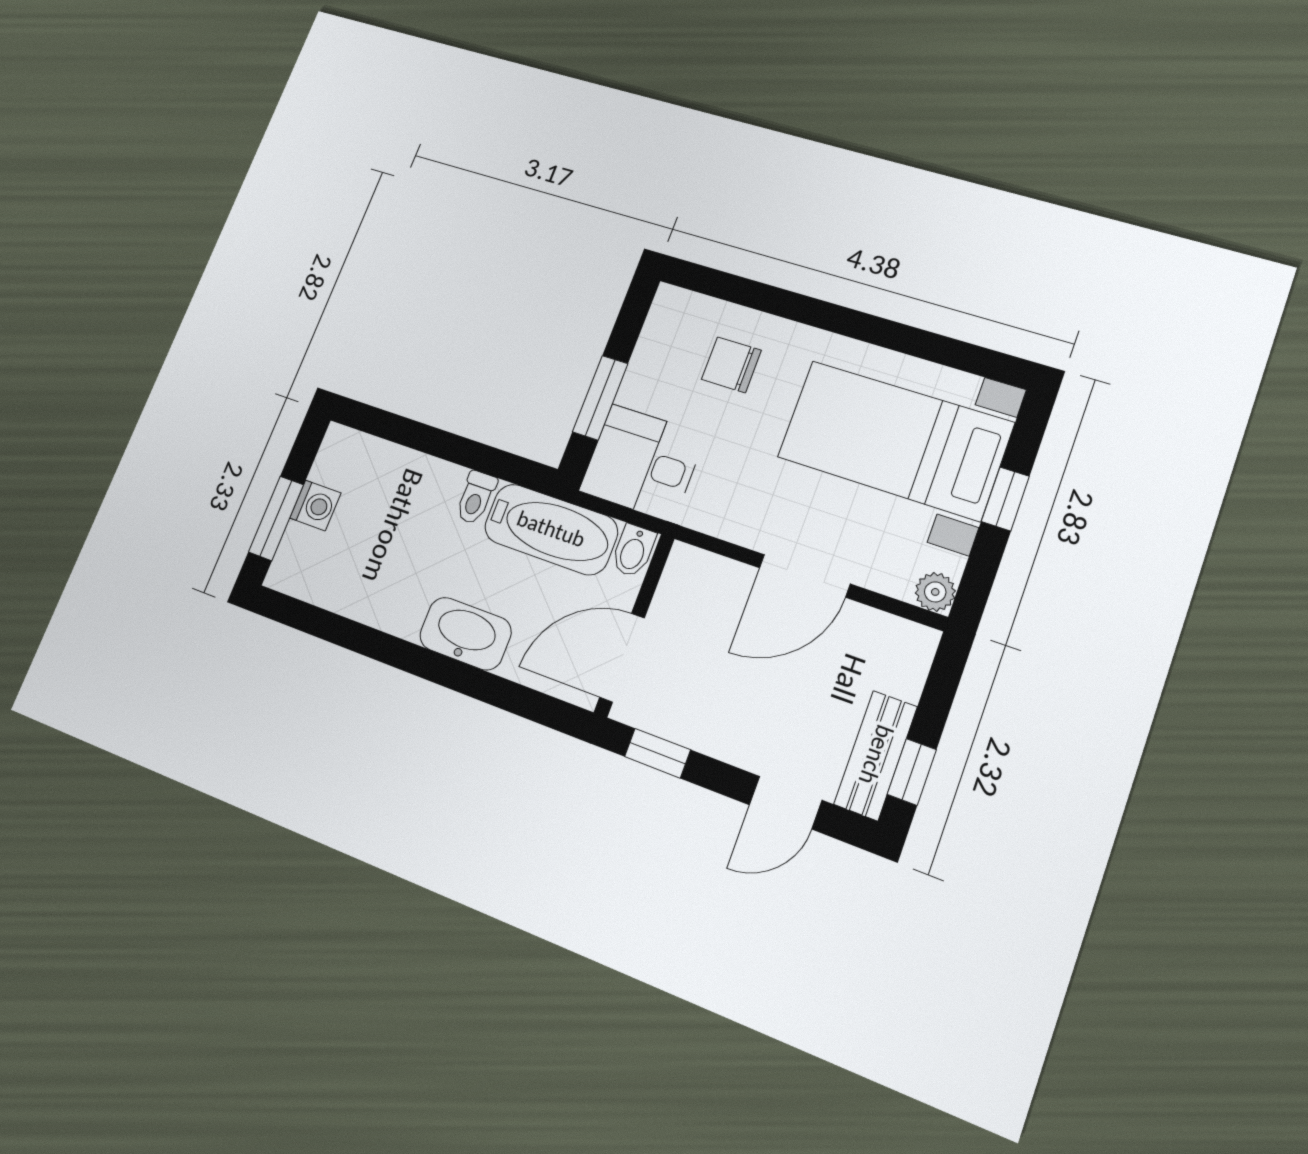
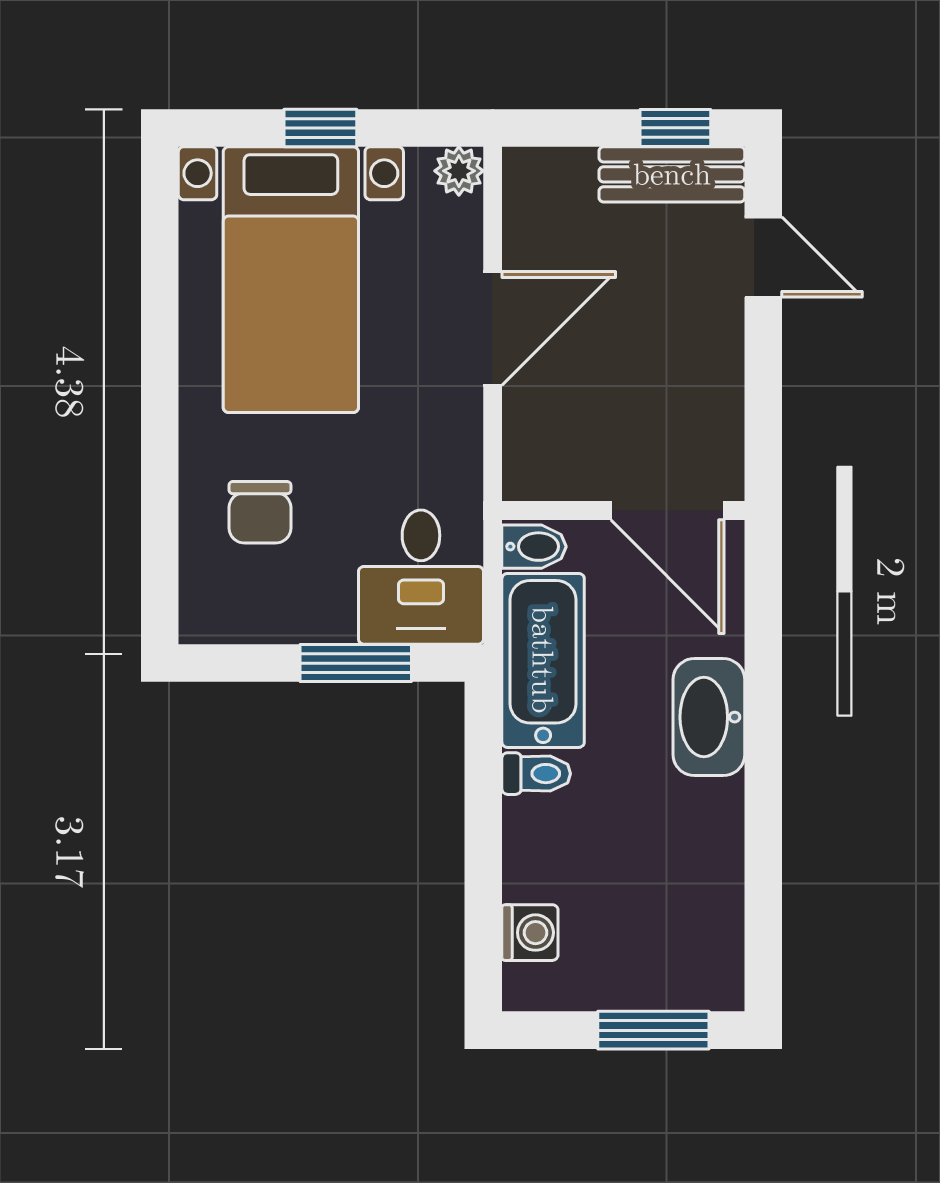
washing machine: (315, 506) -> (530, 933), moved, turned 90
door: (805, 576) -> (493, 329), hinge flipped
window: (657, 753) -> (763, 426), removed

